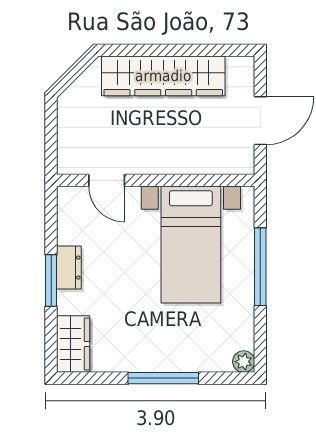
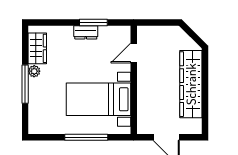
window: (51, 280) -> (93, 23), moved
wardrobe: (73, 344) -> (37, 48), moved, turned -90
plant: (244, 362) -> (34, 71), moved

